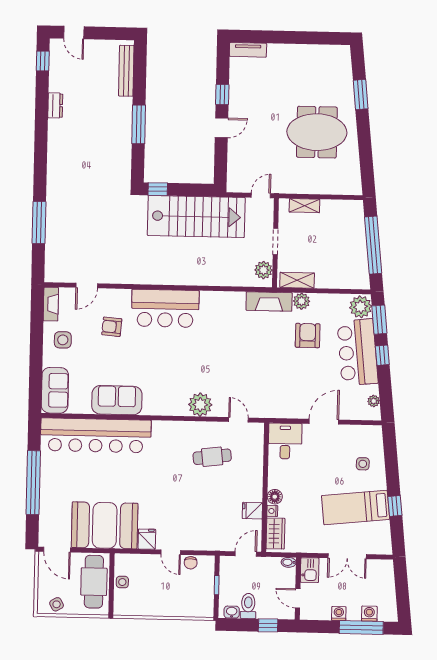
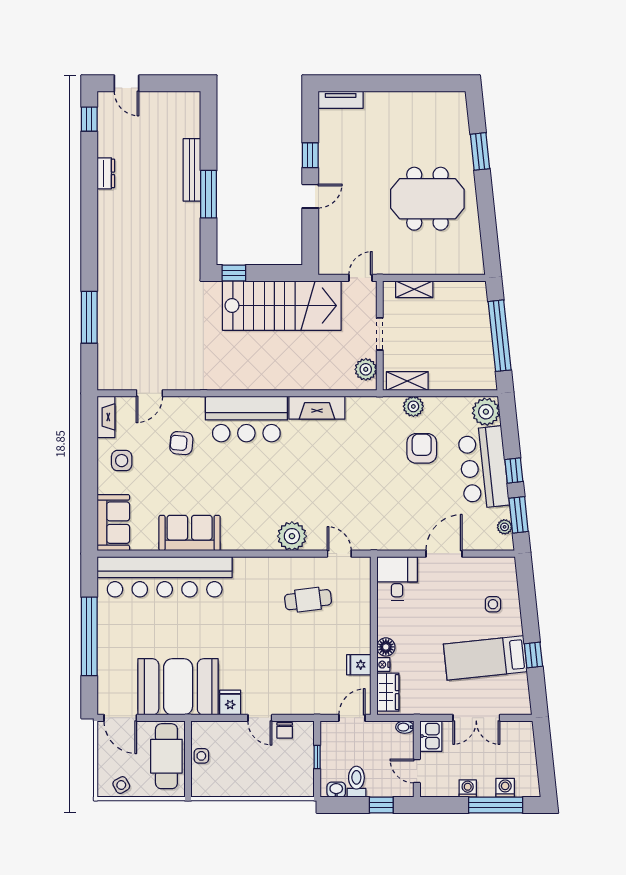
bench: (126, 71) -> (192, 170), moved
fireplace: (269, 301) -> (317, 408), moved
window: (379, 320) -> (519, 515), moved

